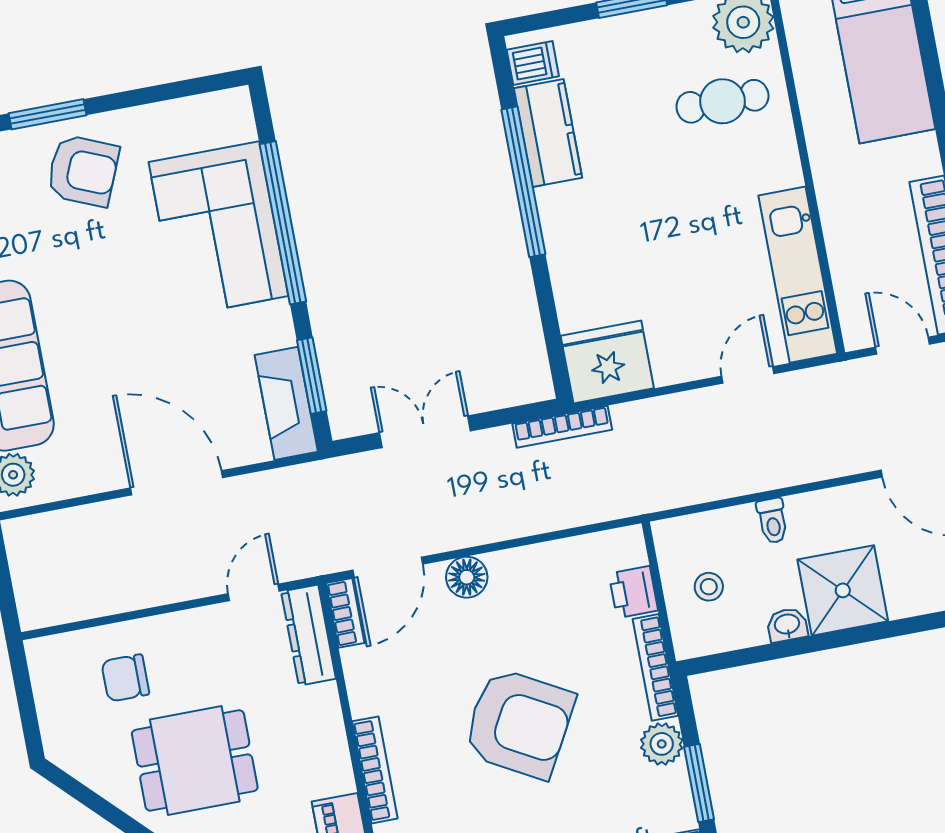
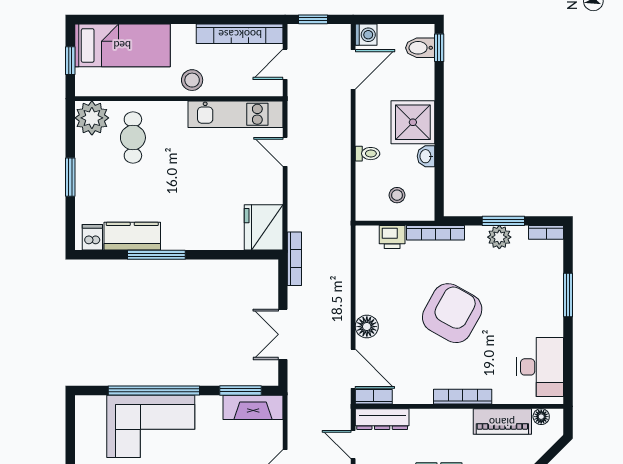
window: (523, 182) -> (156, 255), width x0.68
stool: (844, 187) -> (192, 80), added
plant: (662, 744) -> (499, 237), moved

